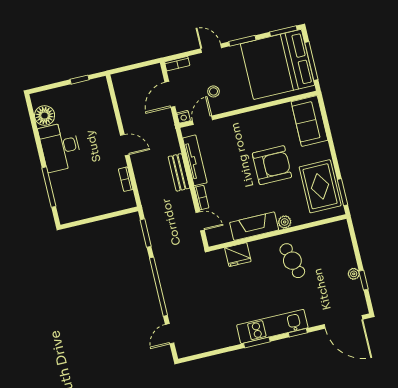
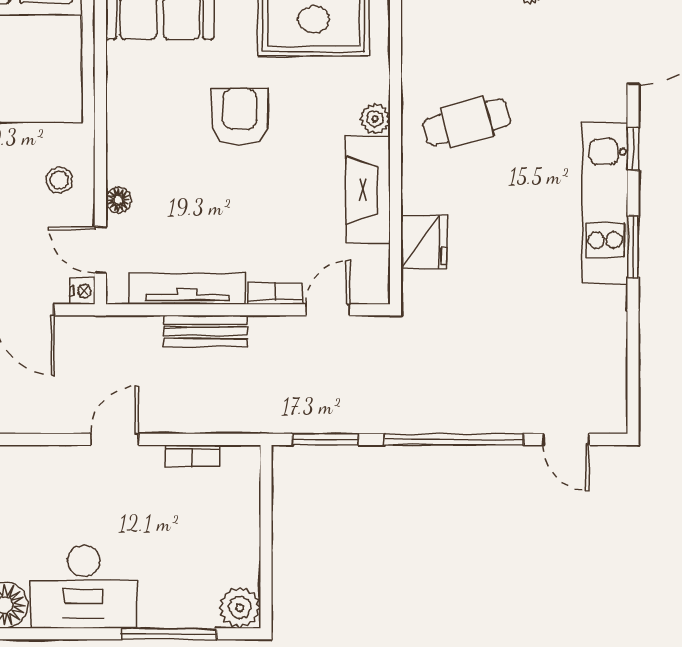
stool: (214, 91) -> (59, 180), moved
floor lamp: (225, 123) -> (118, 200), added
armchair: (272, 165) -> (240, 117), width x0.73, depth x0.73
plant: (67, 214) -> (240, 608), added

